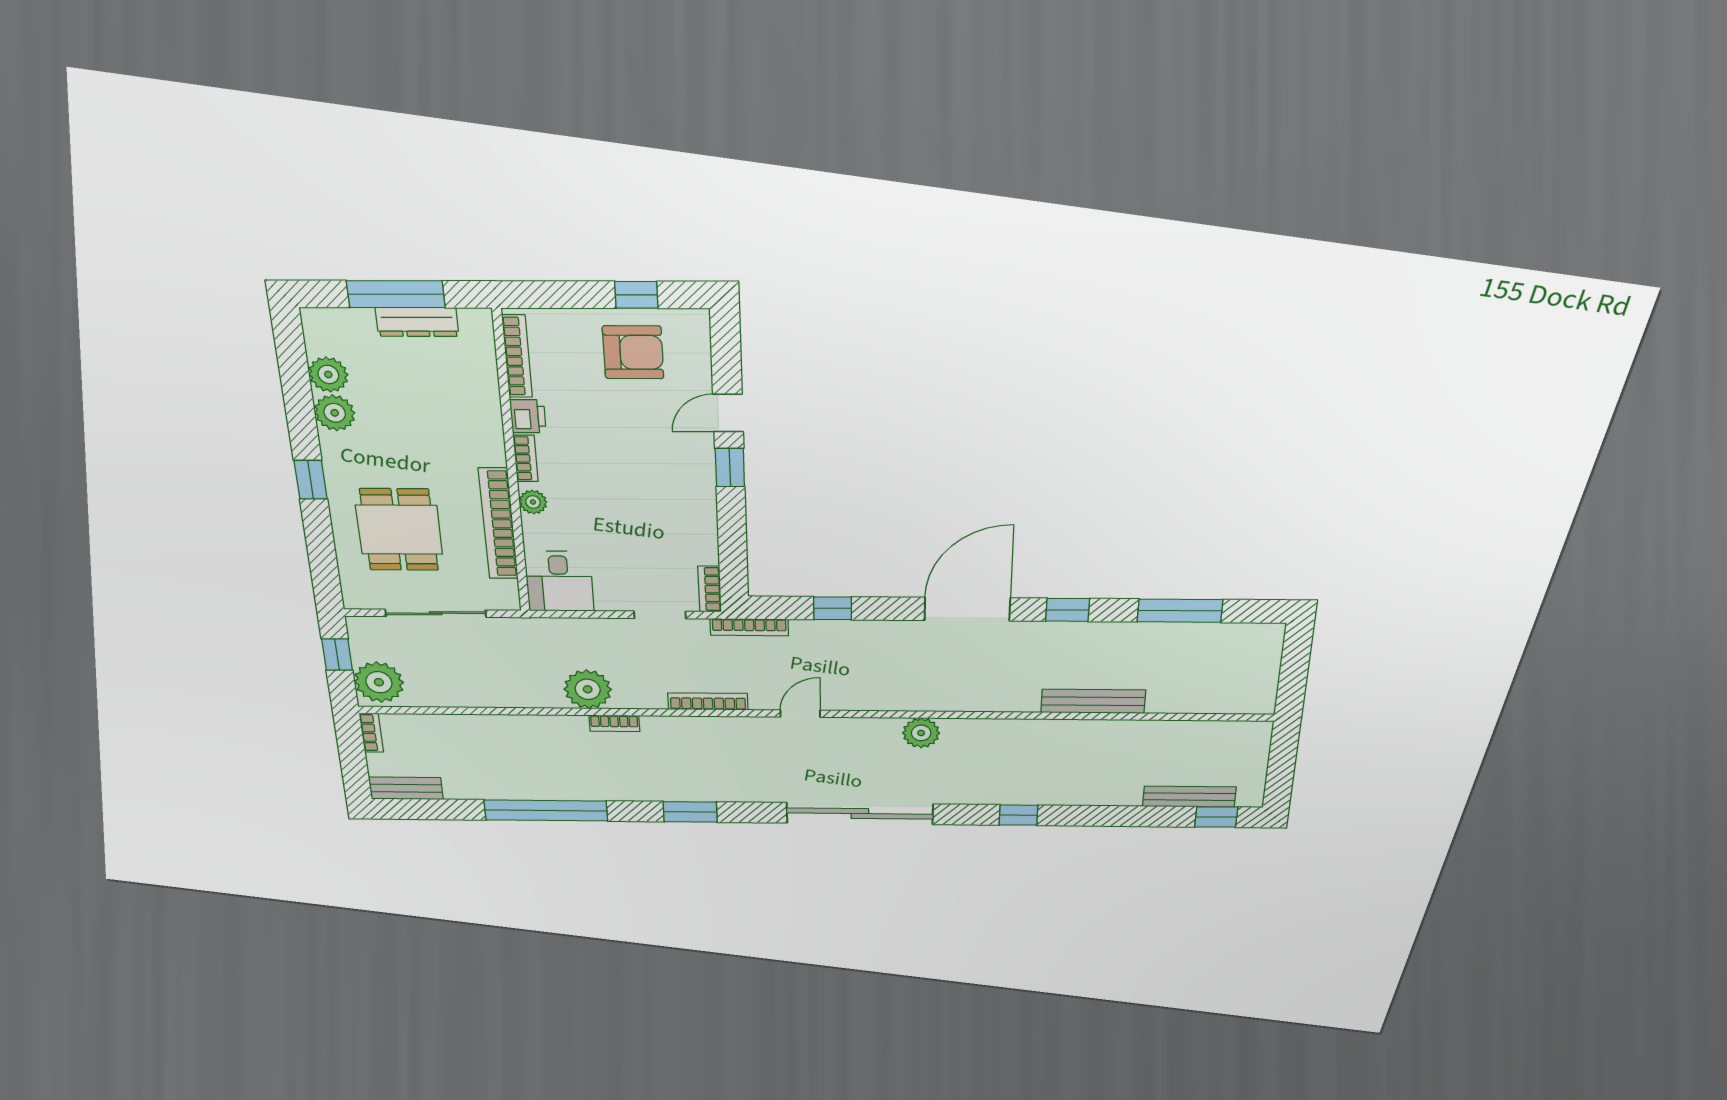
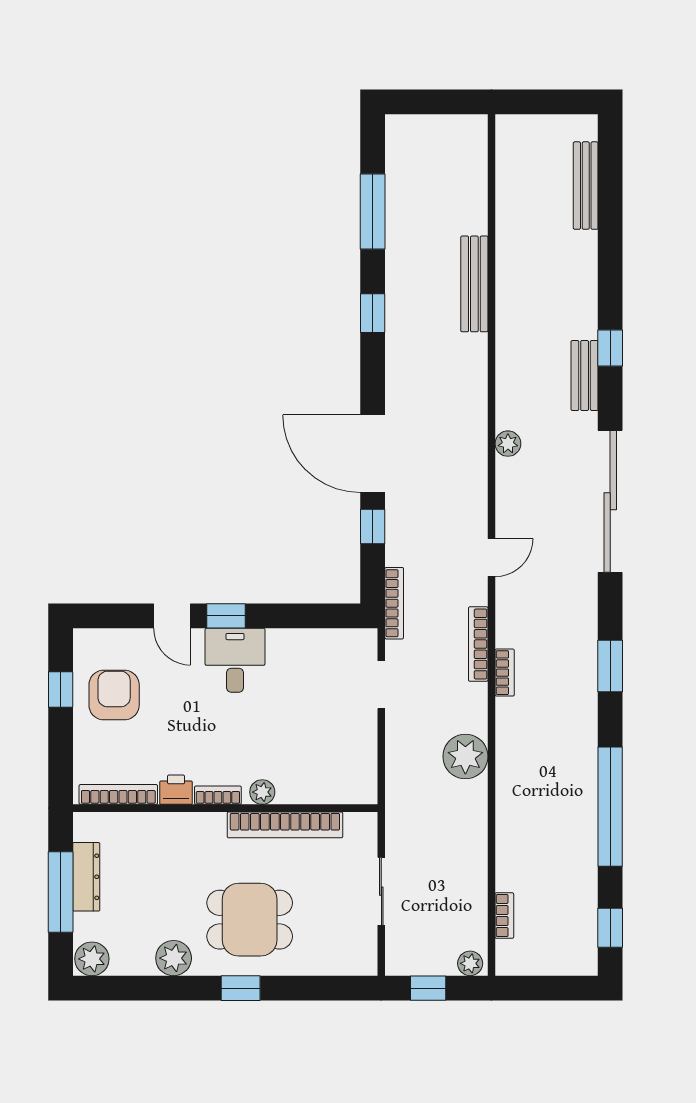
plant: (328, 374) -> (92, 959), moved
dining table: (399, 530) -> (250, 920), moved
desk: (559, 581) -> (235, 660), moved, turned -90
bookcase: (710, 589) -> (353, 638), removed
door: (967, 609) -> (373, 454), moved
sliding door: (436, 613) -> (381, 891), width x0.73
plant: (379, 682) -> (470, 963), width x0.53, depth x0.53
door: (800, 714) -> (491, 558), swing flipped
bookcase: (614, 723) -> (505, 673), moved
bookcase: (371, 733) -> (504, 916), moved, turned 90
plant: (921, 733) -> (508, 444), width x0.73, depth x0.73
bench: (406, 788) -> (585, 375), moved
window: (1216, 817) -> (610, 928), moved

